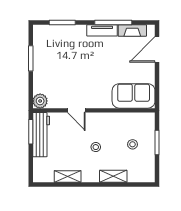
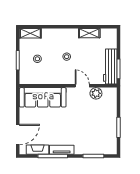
sofa: (134, 96) -> (43, 97), width x1.36
plant: (40, 101) -> (96, 93), moved
shelving: (113, 176) -> (30, 33), moved

